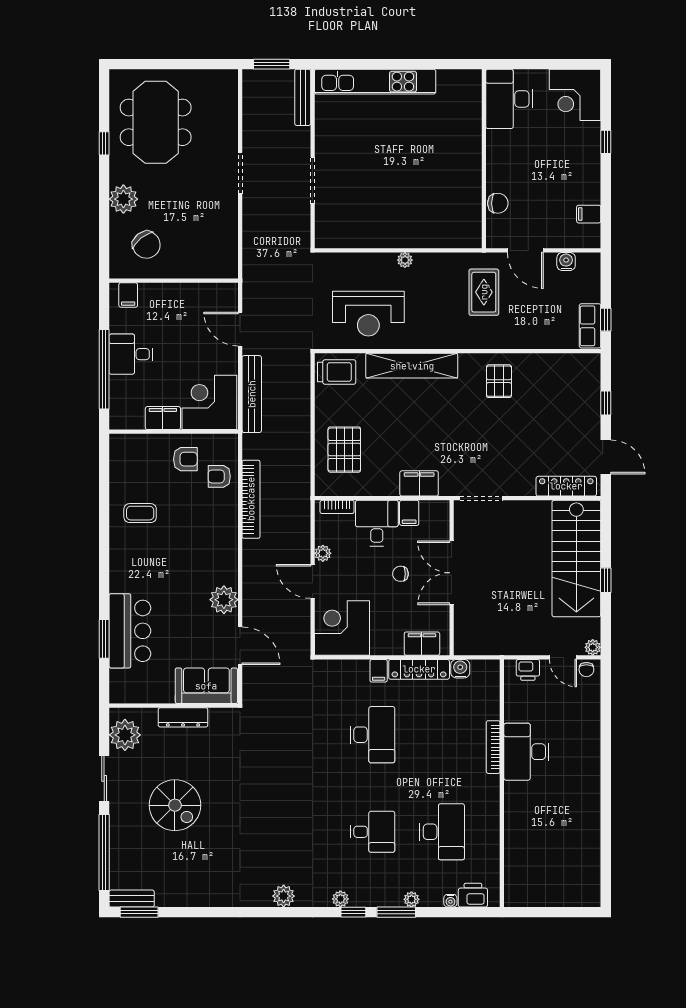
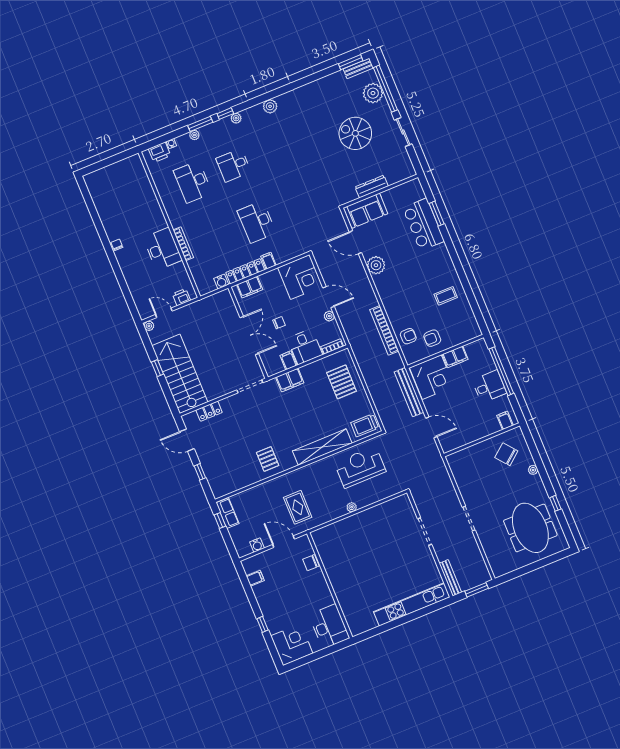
plant: (123, 199) -> (533, 470), width x0.53, depth x0.53
locker: (566, 486) -> (209, 411), width x0.66
chair: (586, 670) -> (117, 245), moved
plant: (125, 735) -> (373, 93), moved

